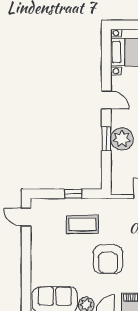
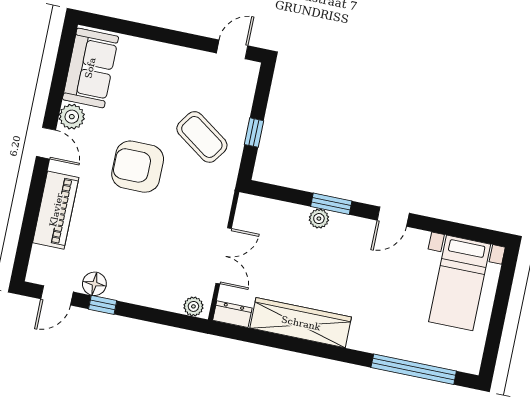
plant: (122, 139) -> (319, 219), width x0.53, depth x0.53
coffee table: (82, 224) -> (202, 137), turned -55

